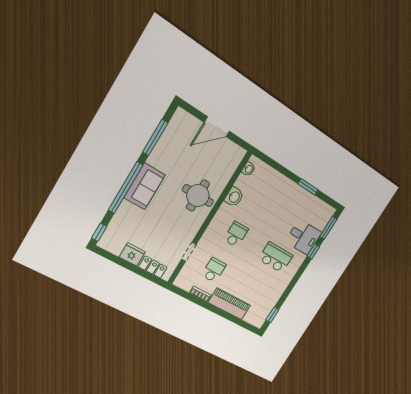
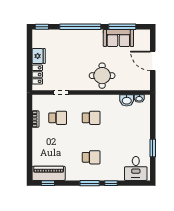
sofa: (145, 186) -> (118, 38), moved
washbasin: (234, 197) -> (127, 100), moved
window: (328, 228) -> (90, 183), moved
desk: (303, 237) -> (136, 168), moved
school desk: (276, 257) -> (91, 157), width x0.54
piano: (229, 304) -> (49, 173), moved, turned -90

